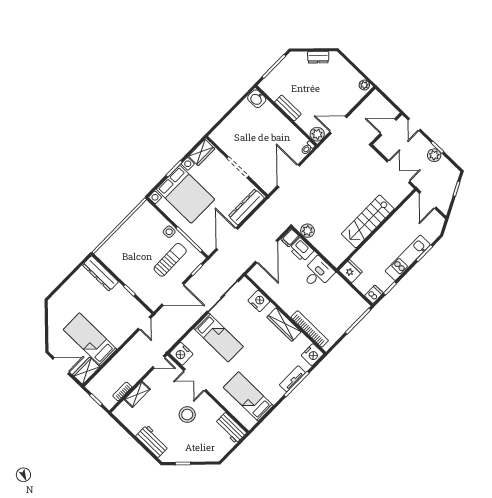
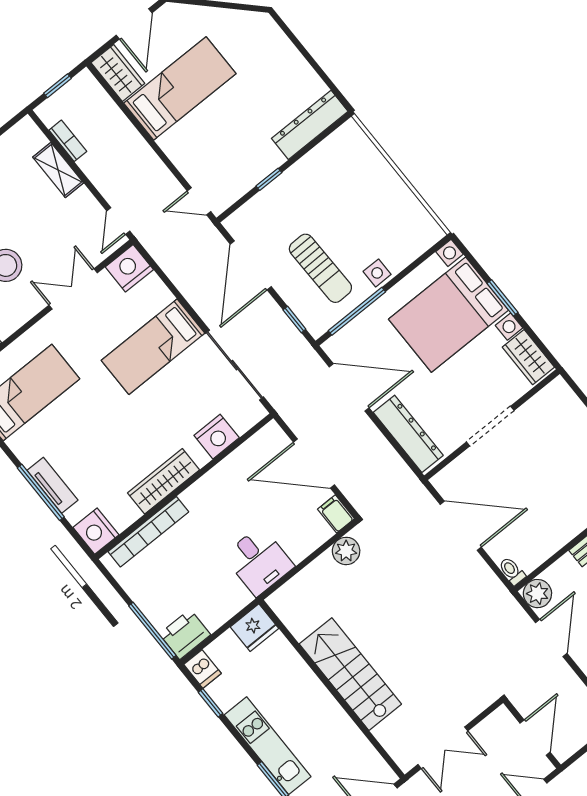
printer: (301, 250) -> (185, 634), moved

